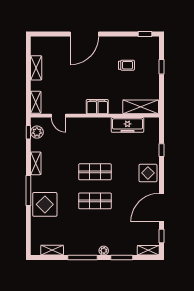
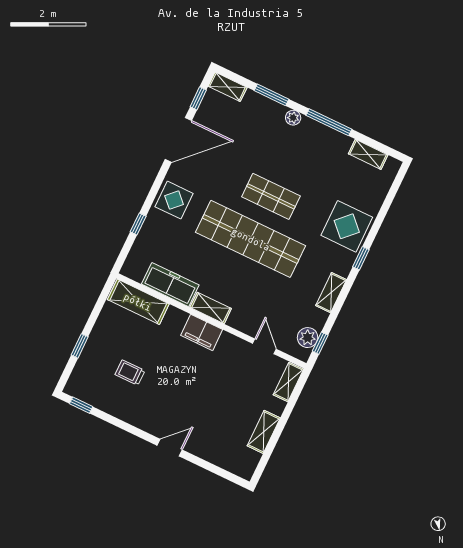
door: (84, 34) -> (170, 448), width x0.53
shelving: (99, 123) -> (211, 308), added
shop shelf: (95, 172) -> (251, 239), width x2.00, depth x1.36
window: (28, 190) -> (361, 258), width x0.46

